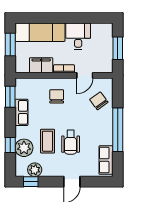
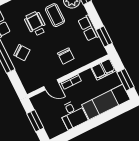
filing cabinet: (41, 65) -> (103, 69), moved
door: (85, 75) -> (51, 85), swing flipped
chair: (99, 101) -> (22, 53), moved

